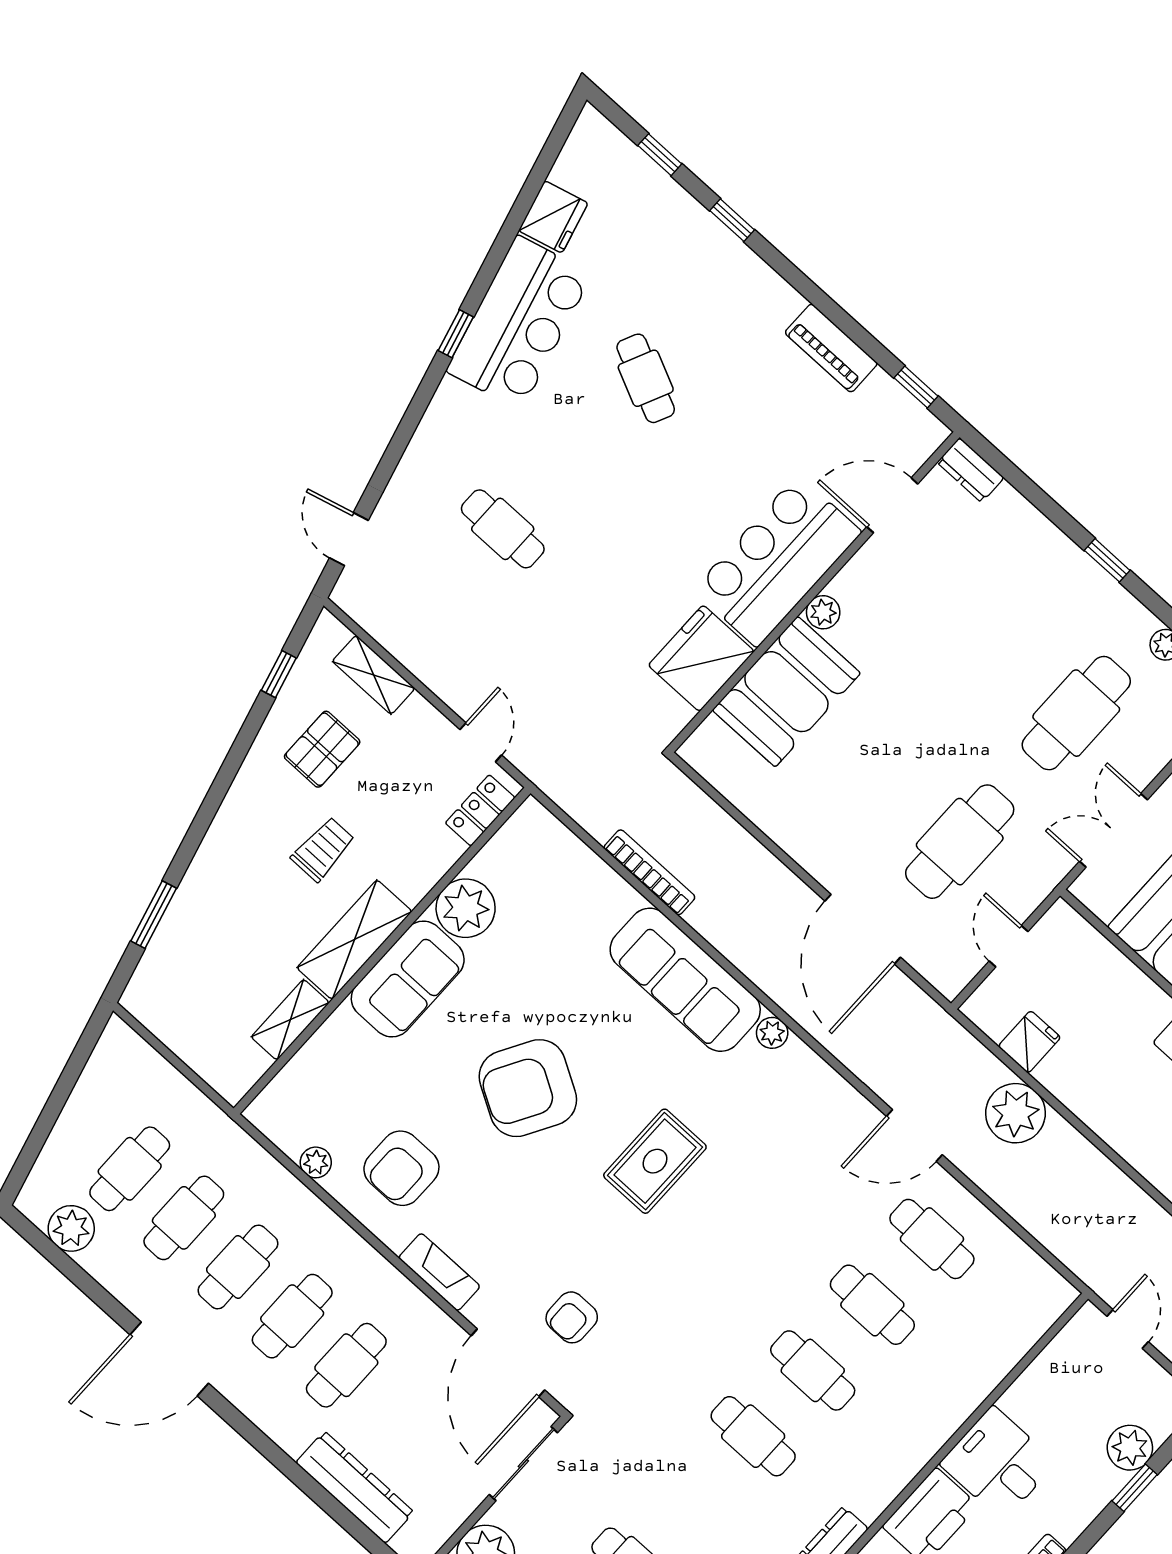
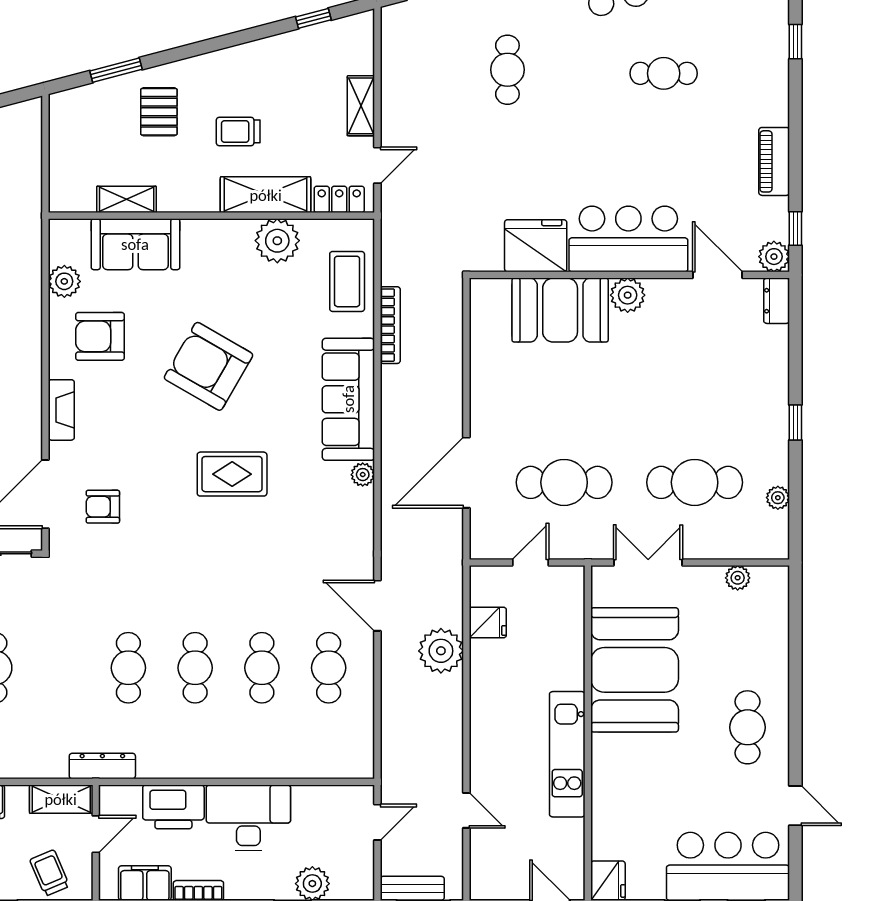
cafe table: (646, 378) -> (664, 73), turned 65
plant: (925, 433) -> (774, 257), added
plant: (823, 612) -> (628, 295), width x1.38, depth x1.38
shelving: (374, 675) -> (361, 106), moved
pallet: (322, 749) -> (159, 112), moved, turned 90
trolley: (323, 849) -> (238, 131), turned 180
coffee table: (568, 876) -> (347, 281), added
shelving: (354, 940) -> (266, 195), moved
sofa: (408, 979) -> (135, 244), moved
plant: (316, 1162) -> (64, 281), width x1.38, depth x1.38
desk: (998, 1463) -> (248, 818), width x1.37

